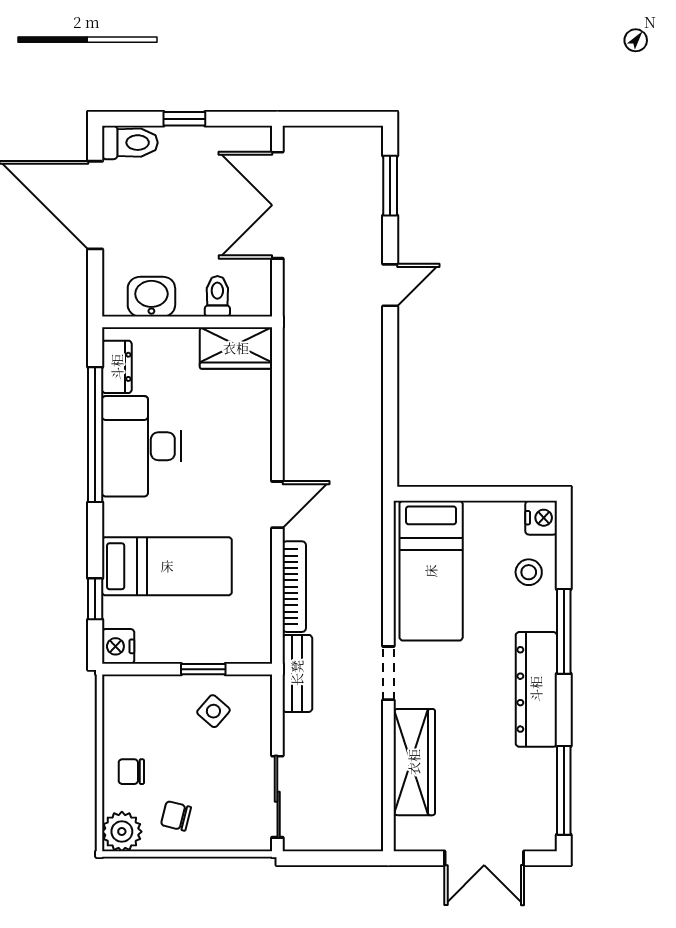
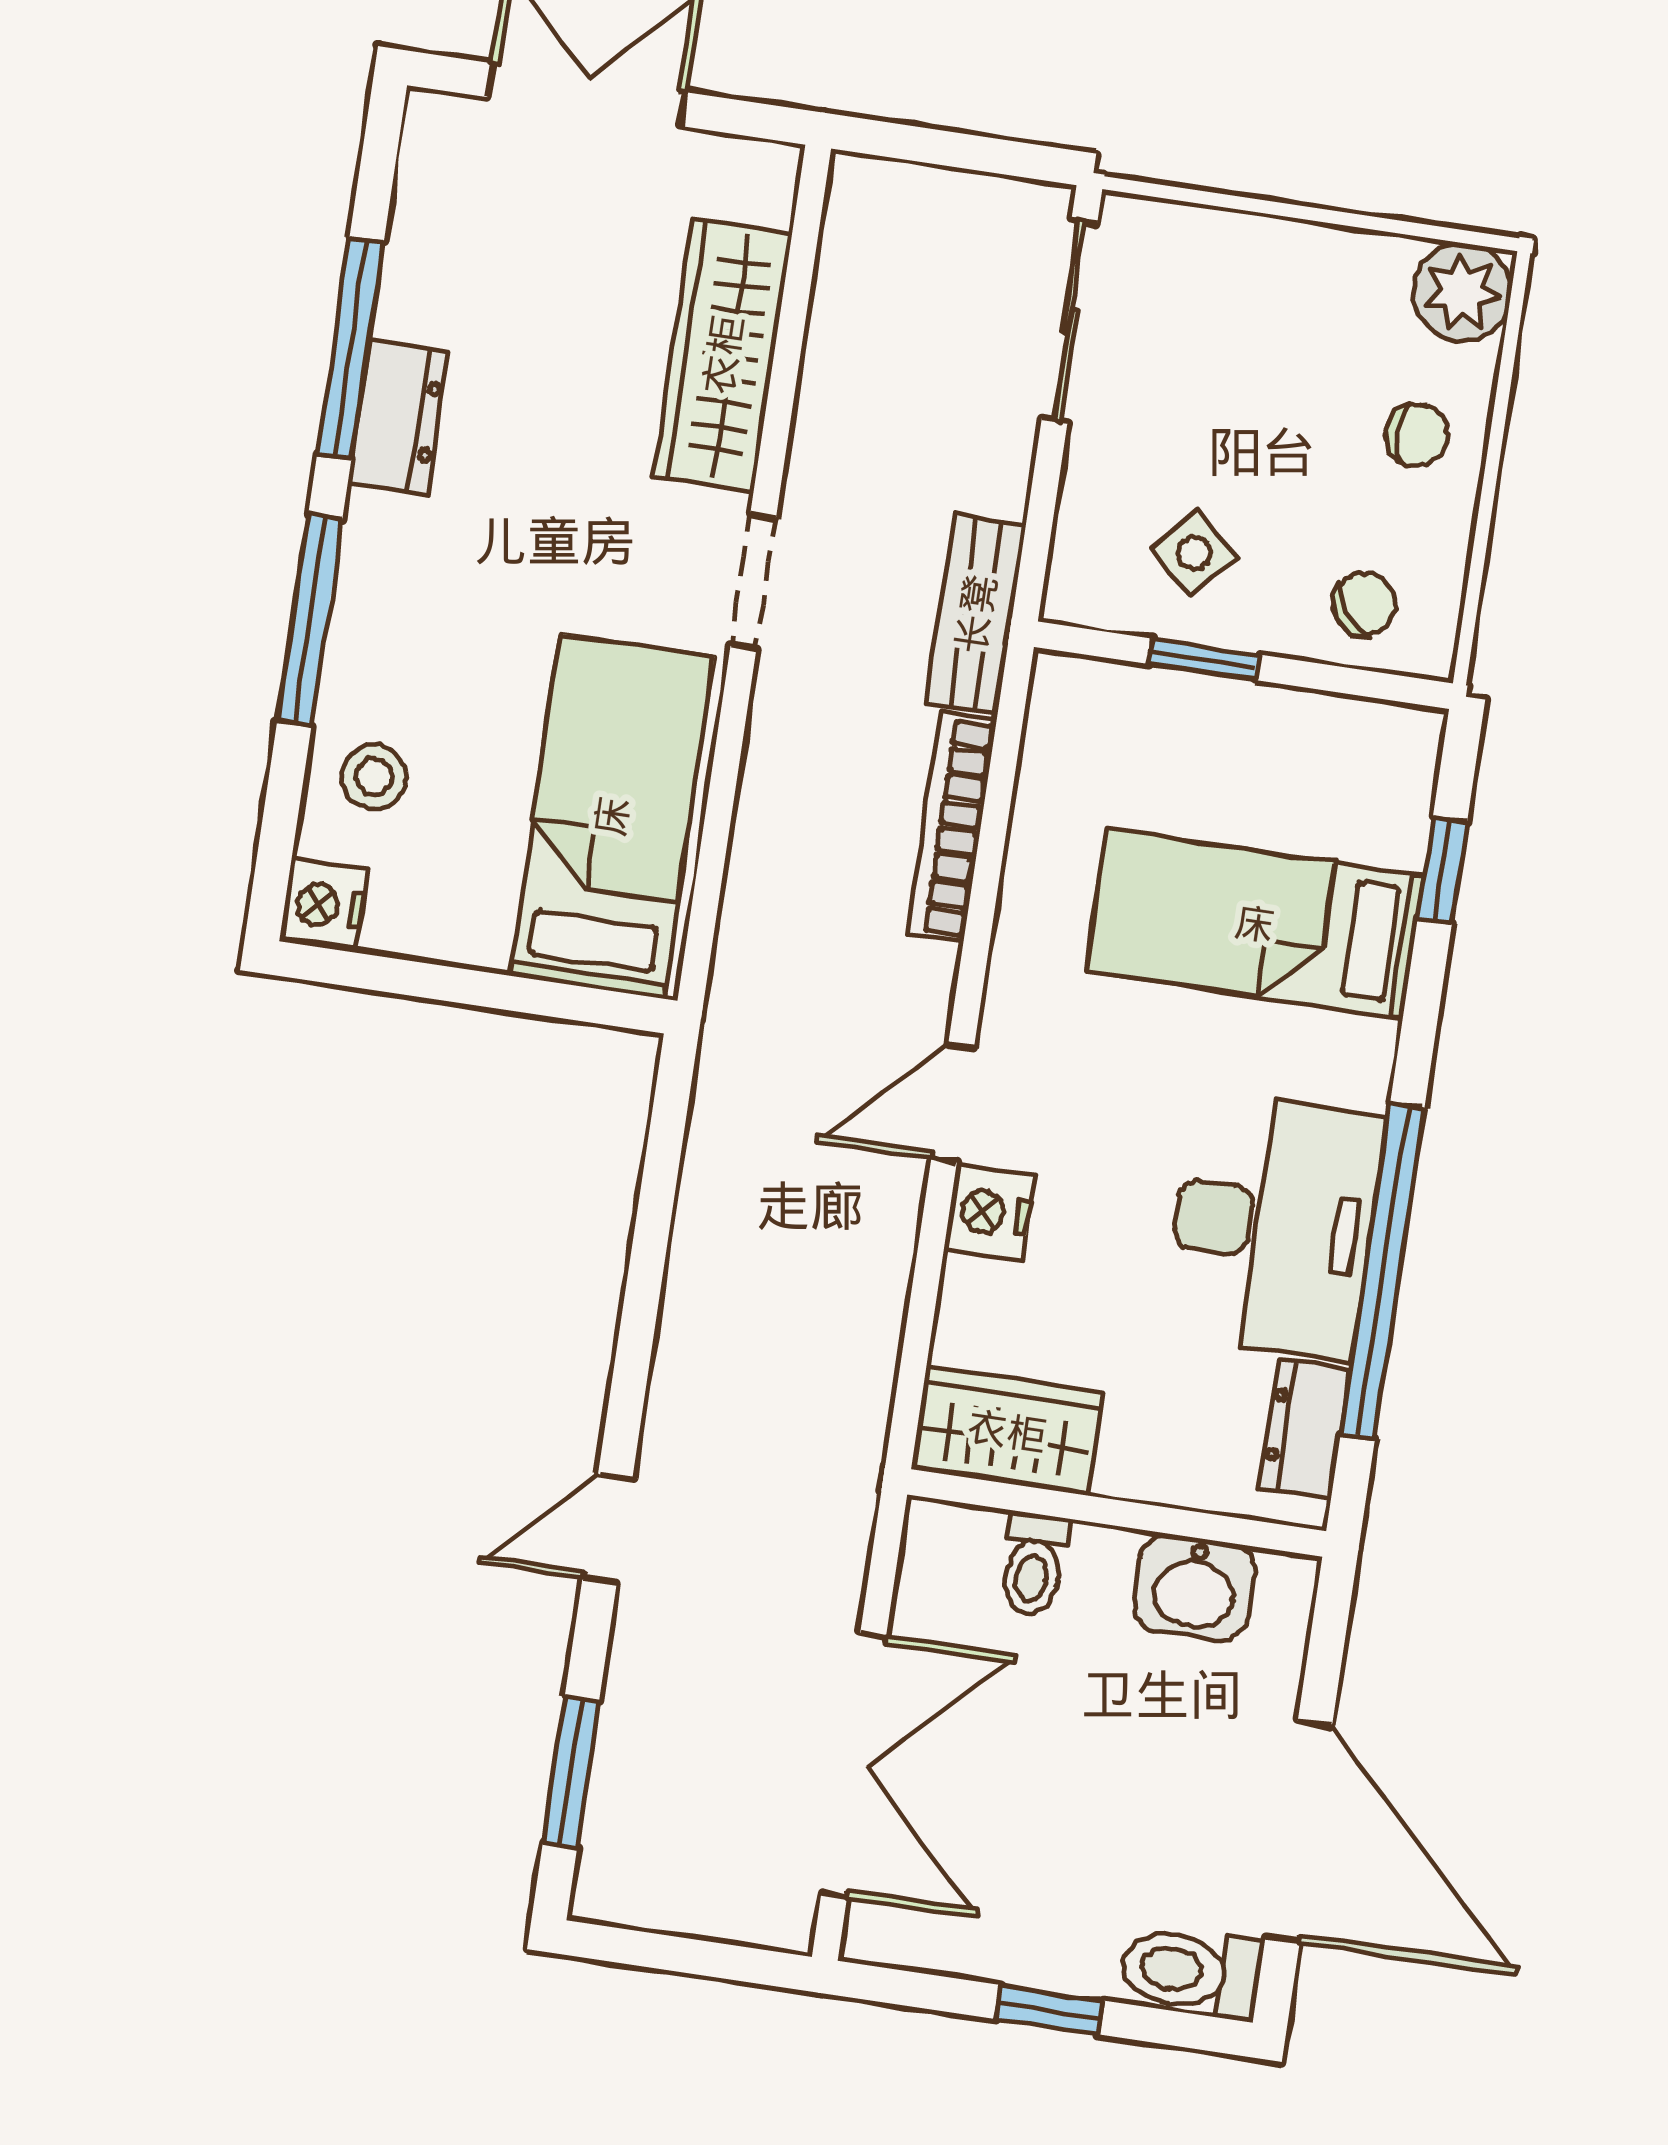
door: (277, 505) -> (953, 1103), moved
nightstand: (118, 646) -> (989, 1213), moved, turned 180
dresser: (536, 689) -> (399, 418), width x0.51, depth x0.80
window: (564, 790) -> (351, 348), moved
chair: (176, 816) -> (1364, 604), moved, turned -50

